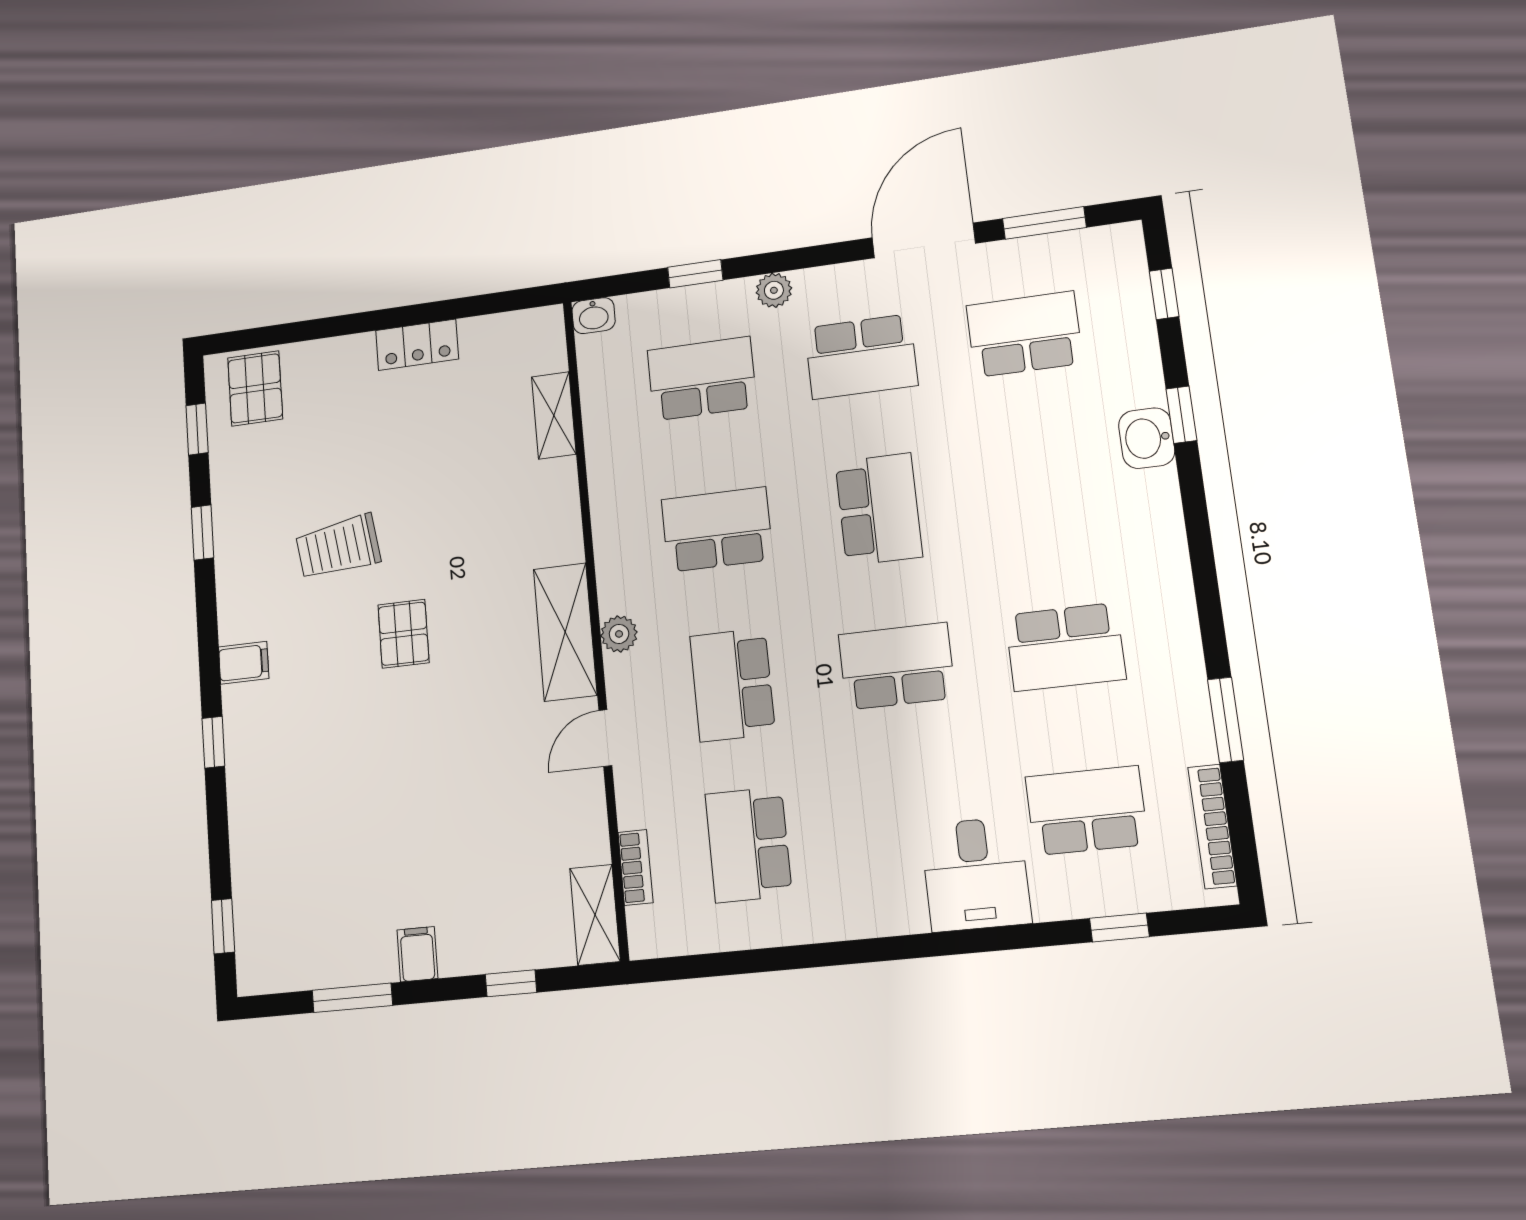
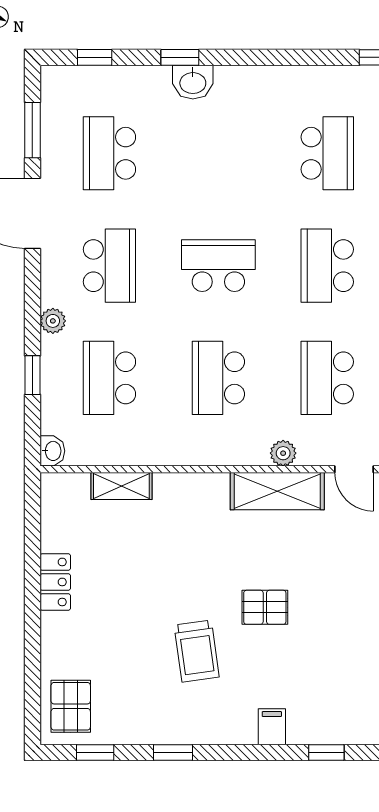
pallet: (255, 388) -> (71, 706), turned 90
school desk: (732, 685) -> (327, 378), turned 90

